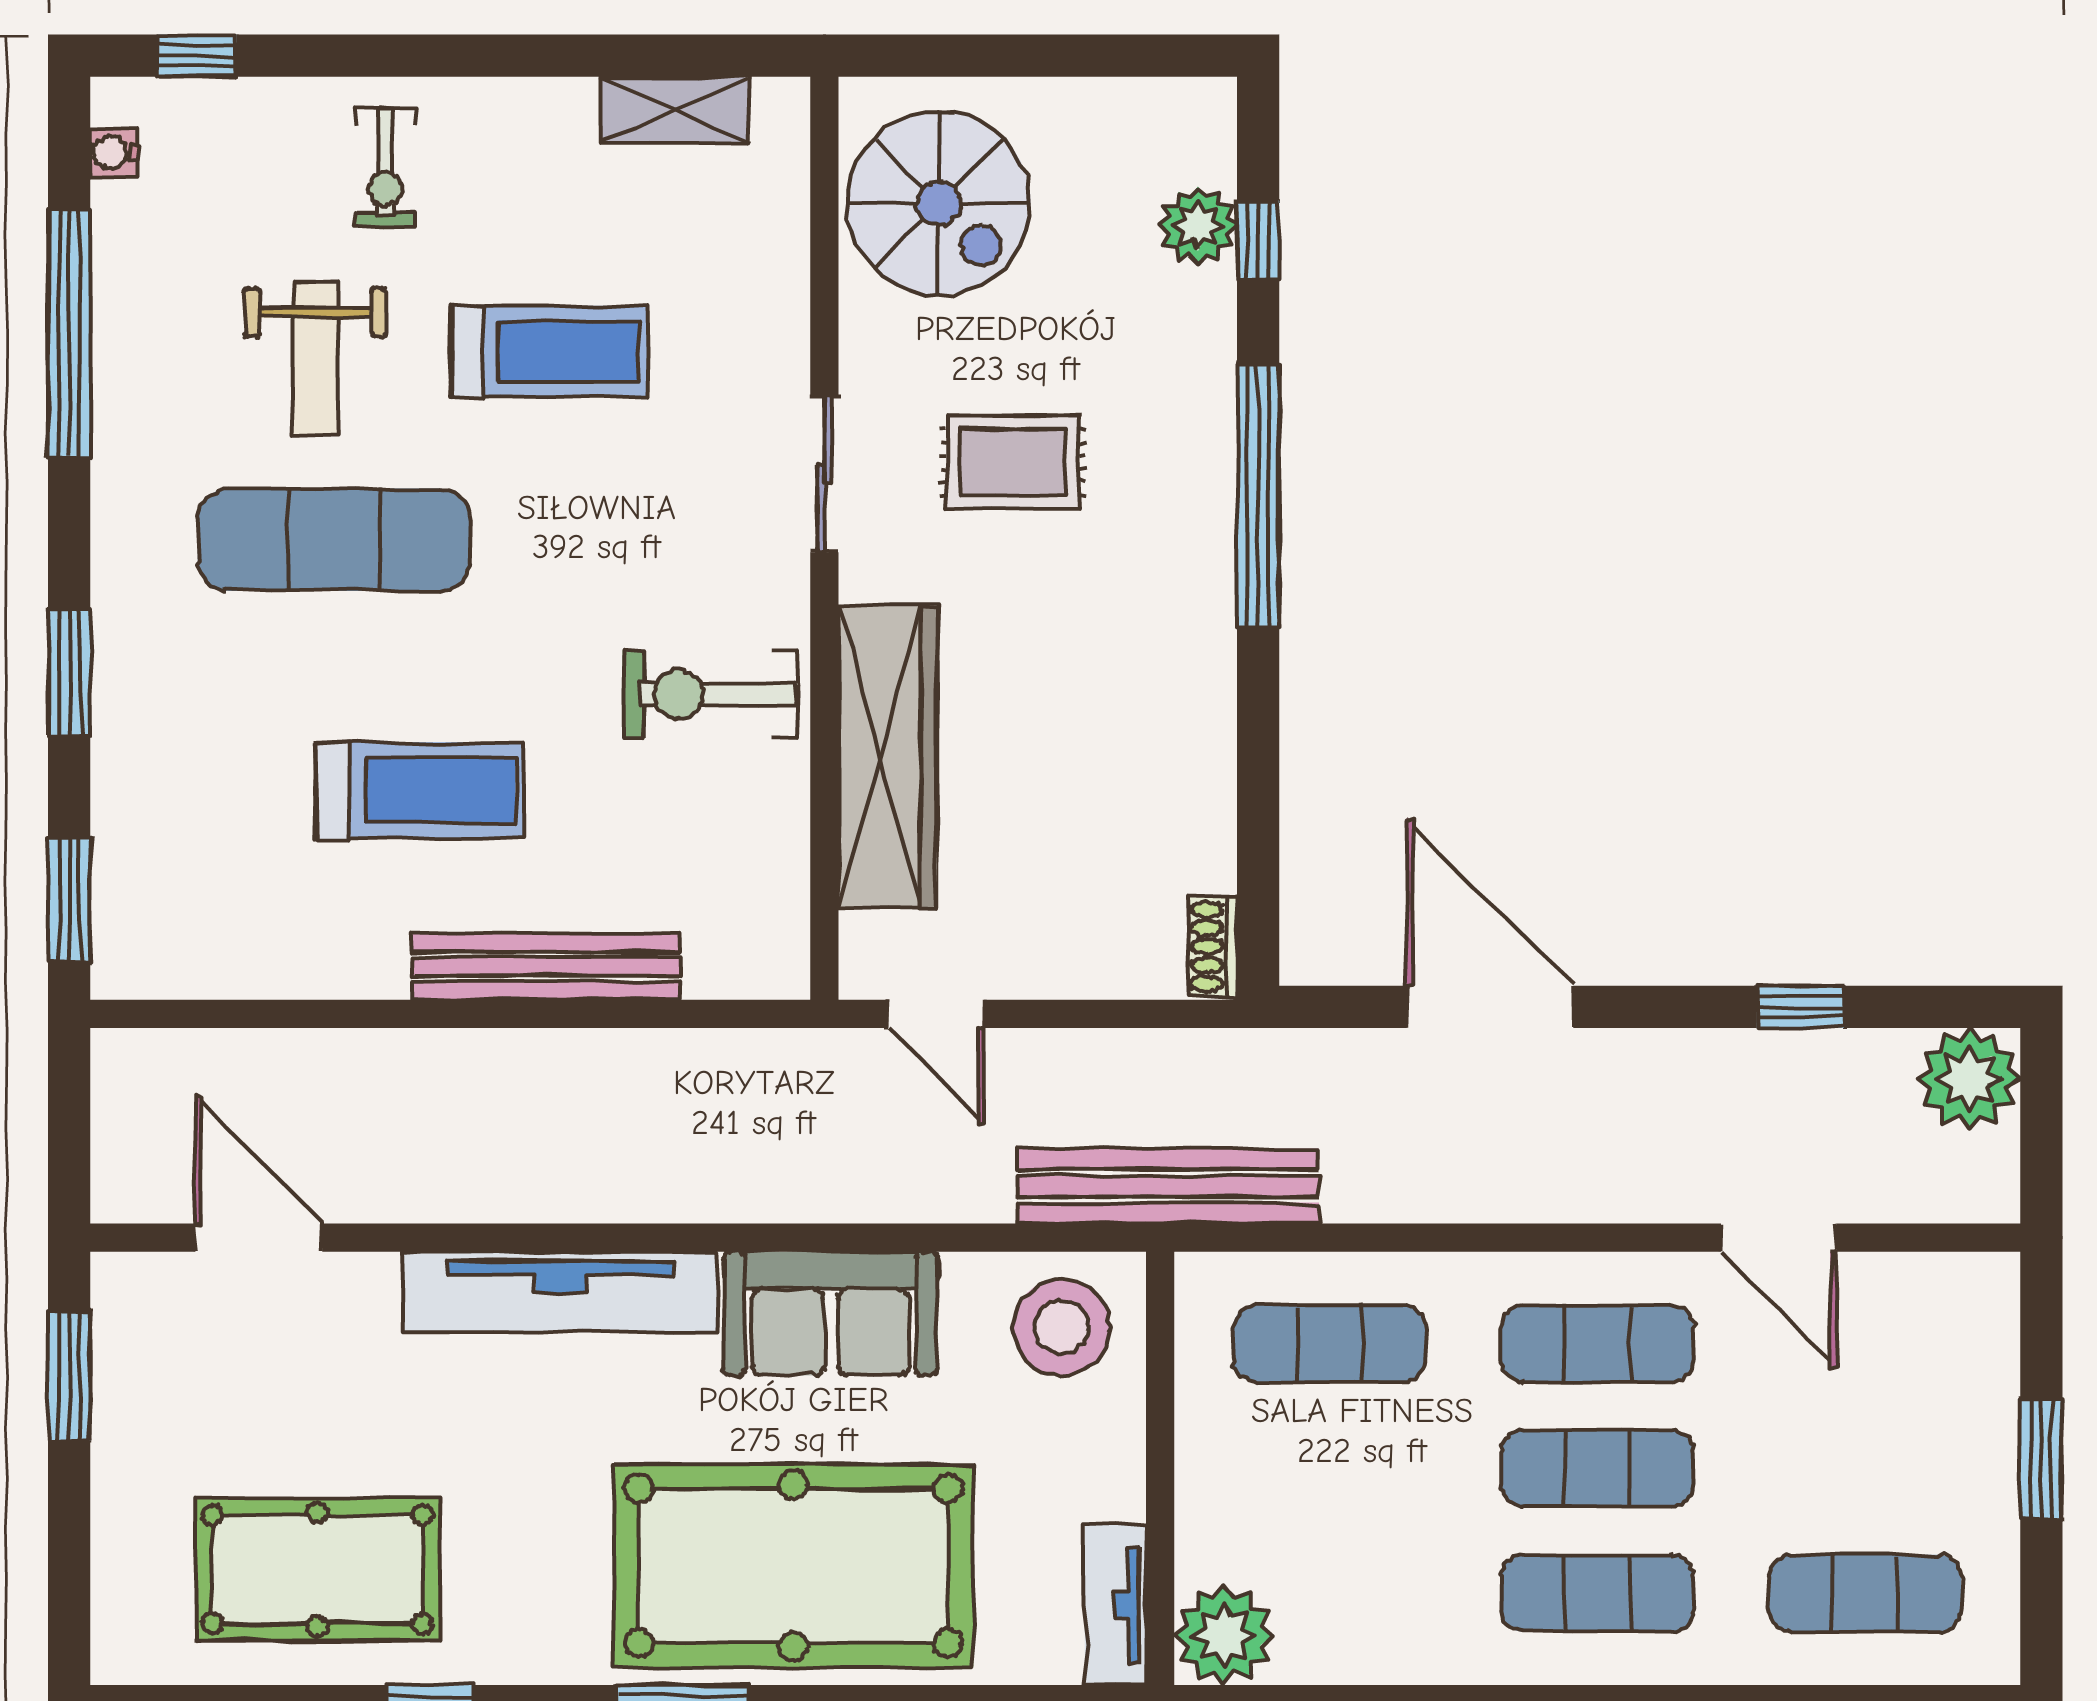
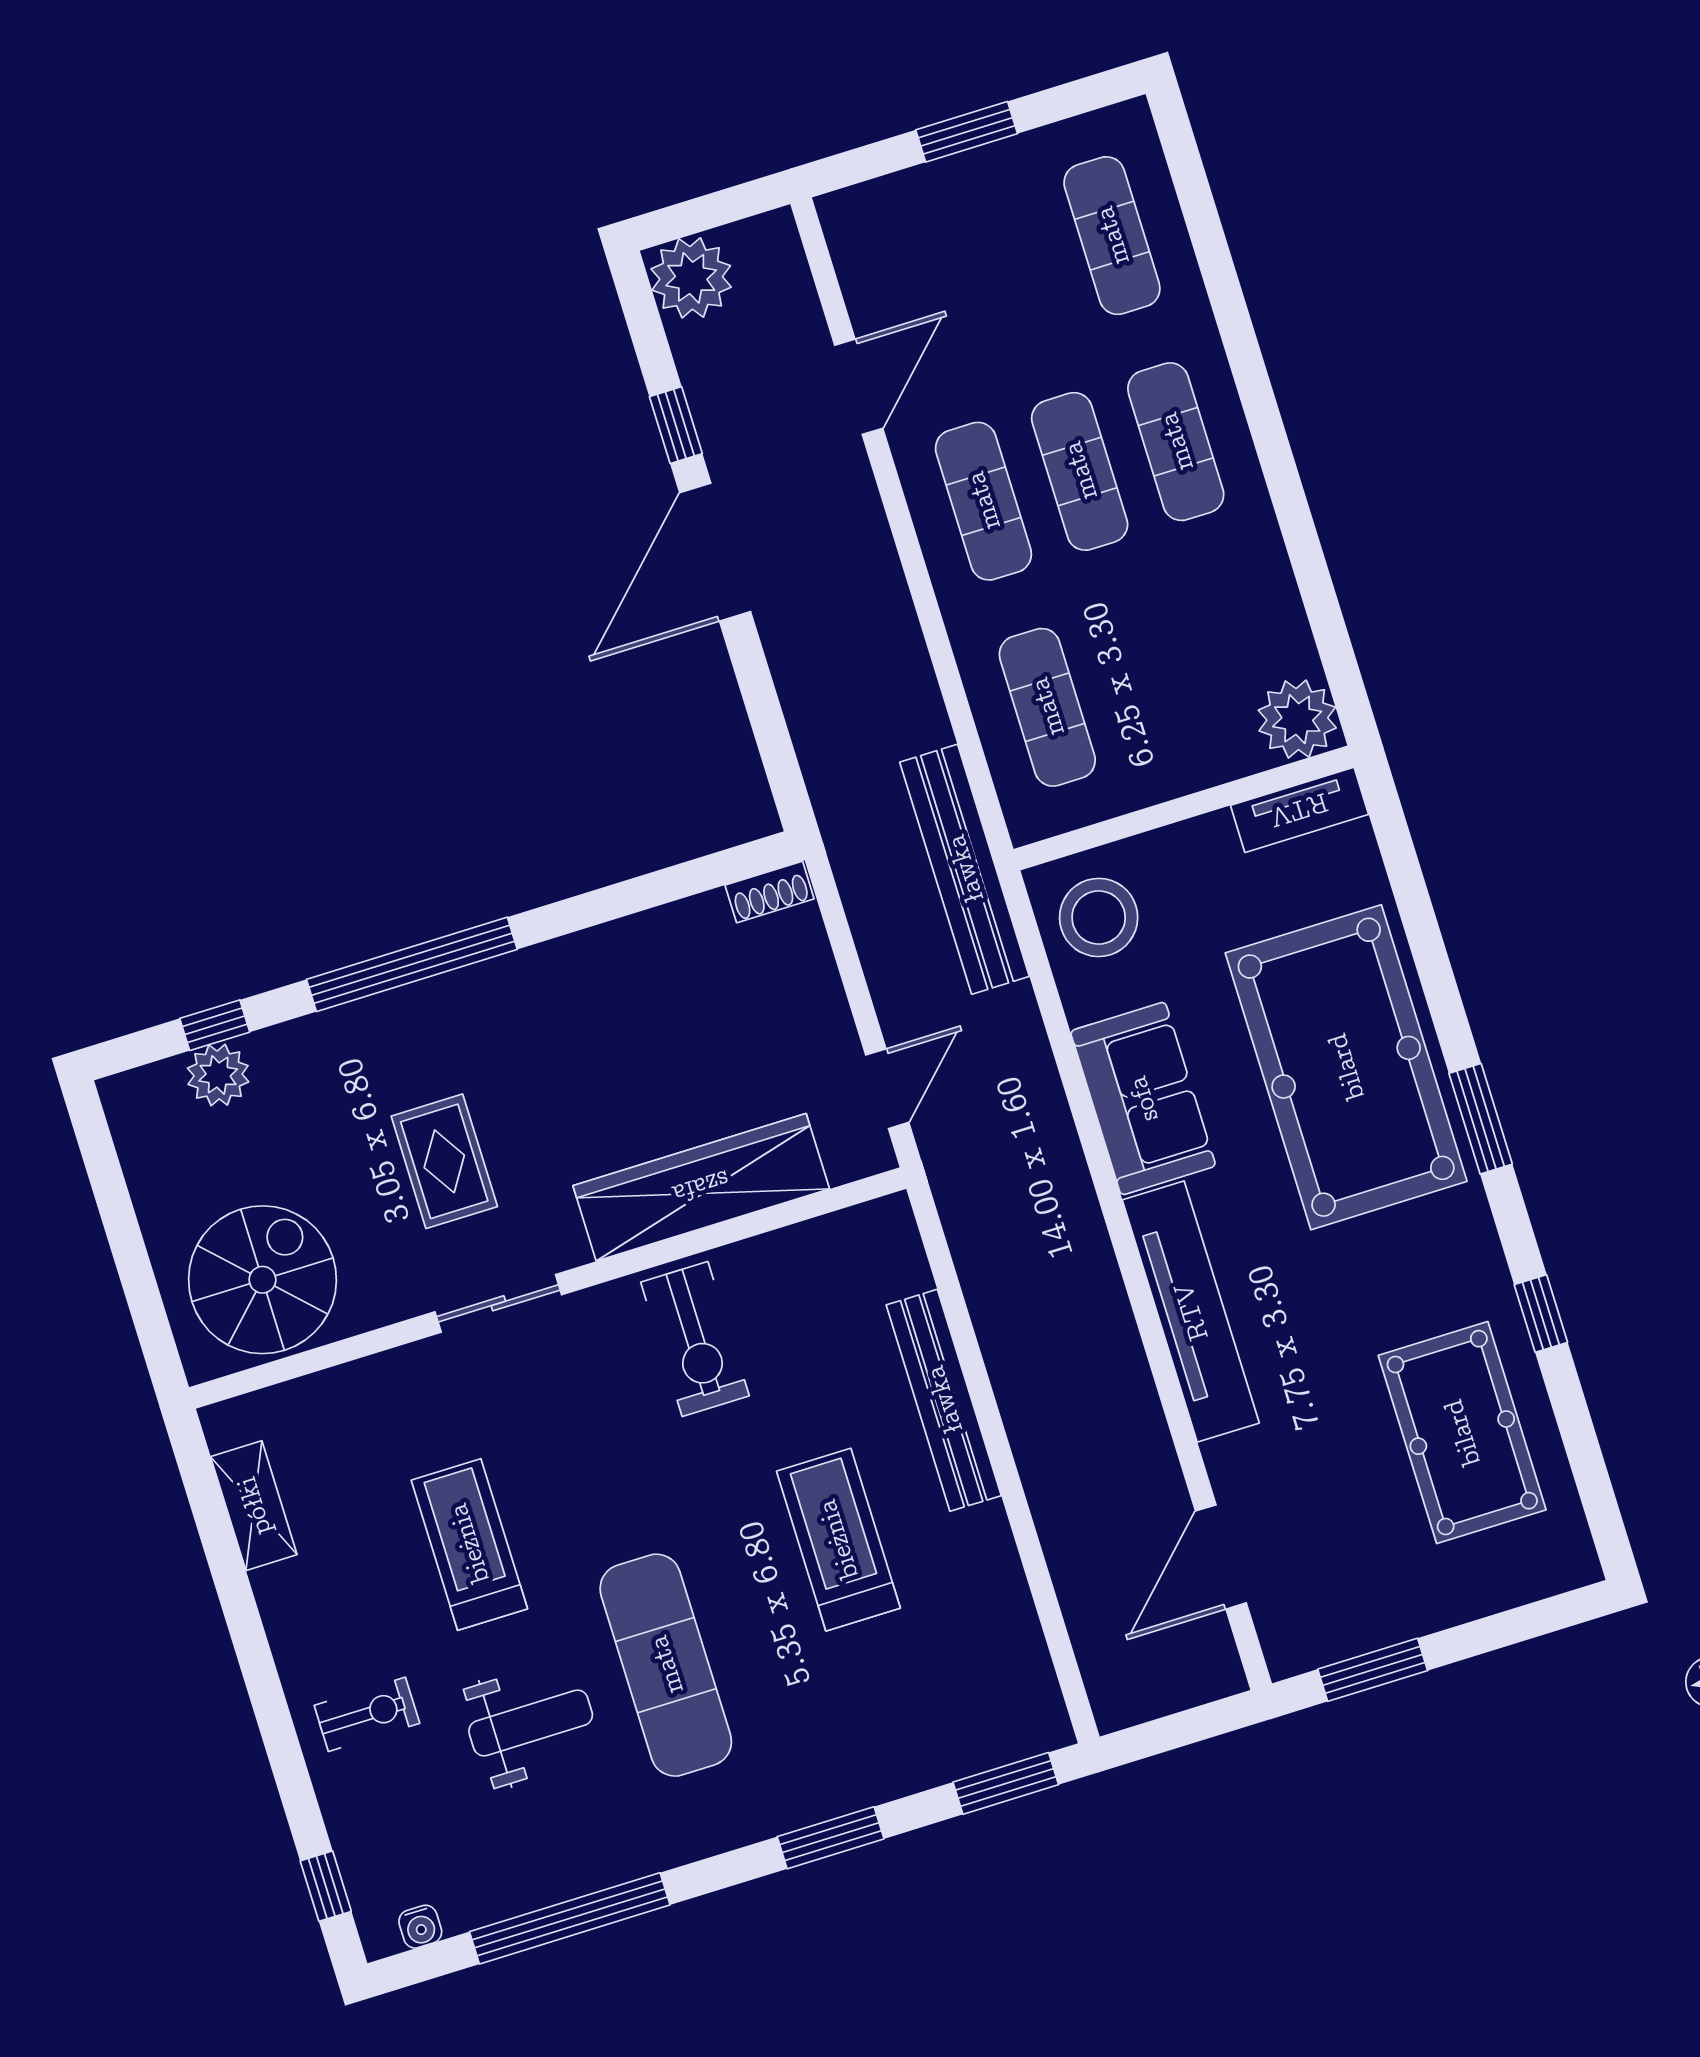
door: (1490, 1007) -> (715, 552), moved

